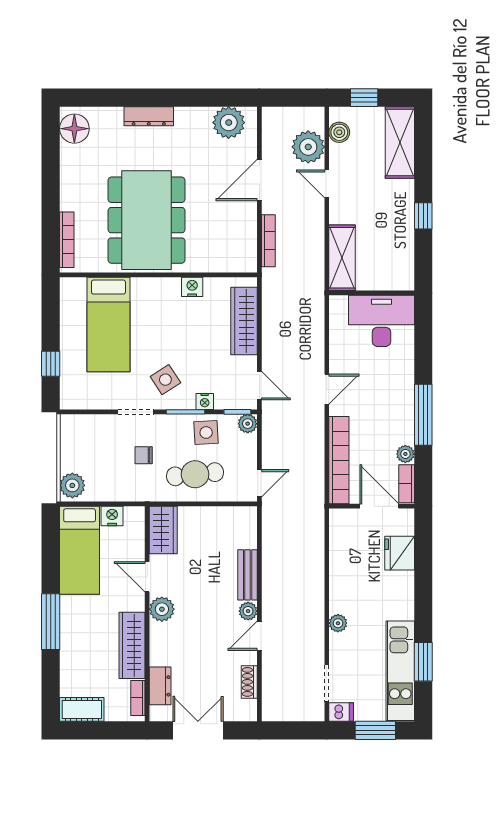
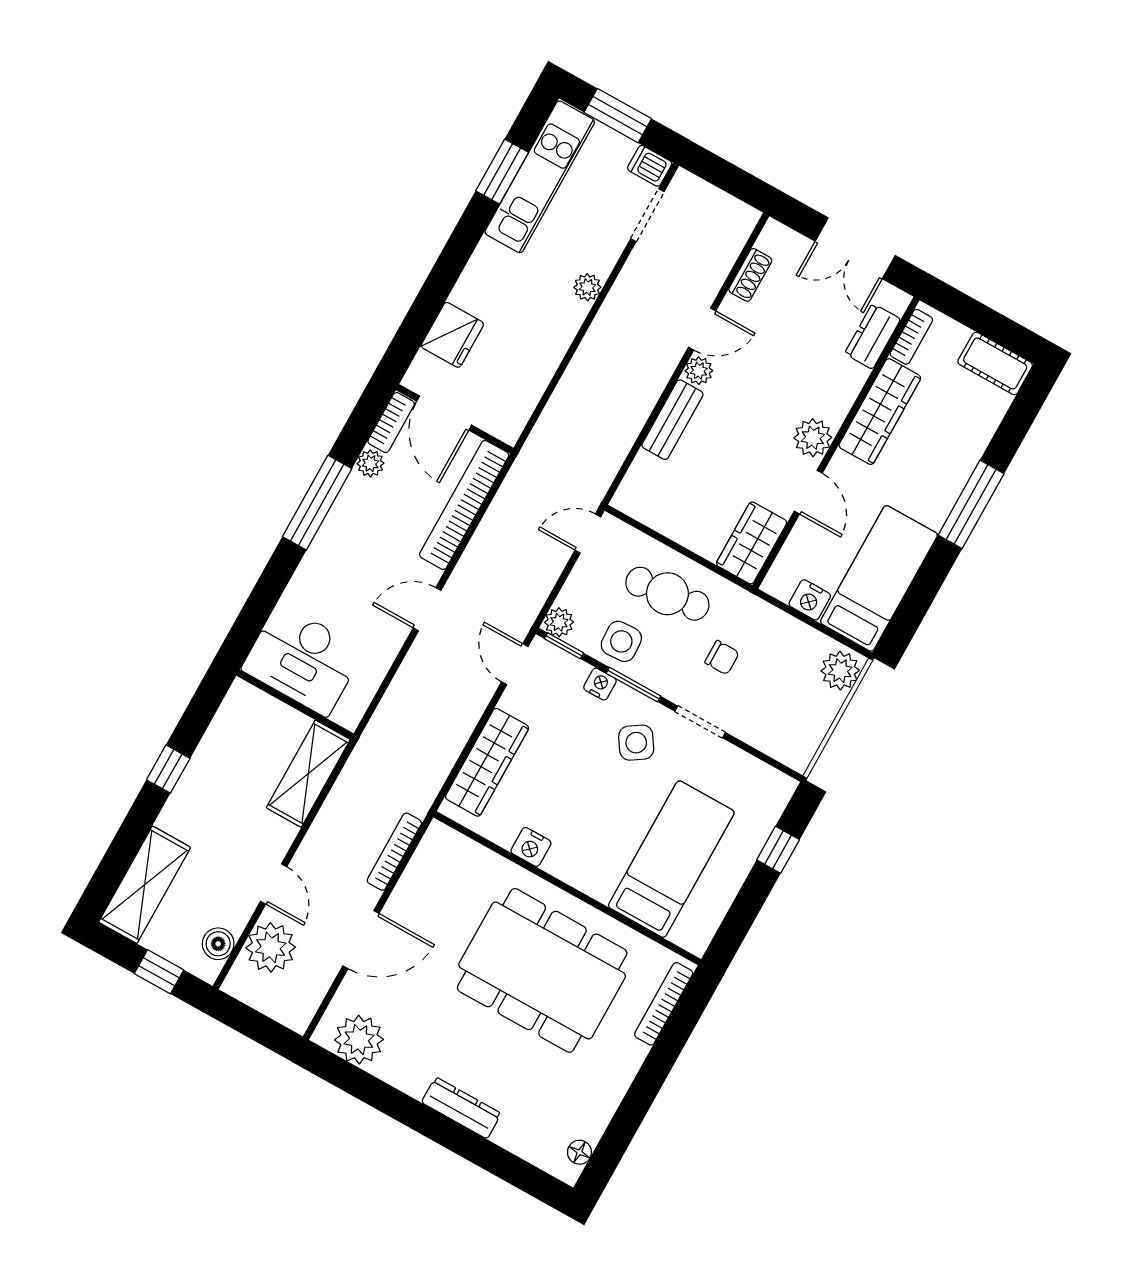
floor lamp: (74, 129) -> (579, 1152), width x0.53, depth x0.53
dining table: (147, 220) -> (542, 970), turned 90

